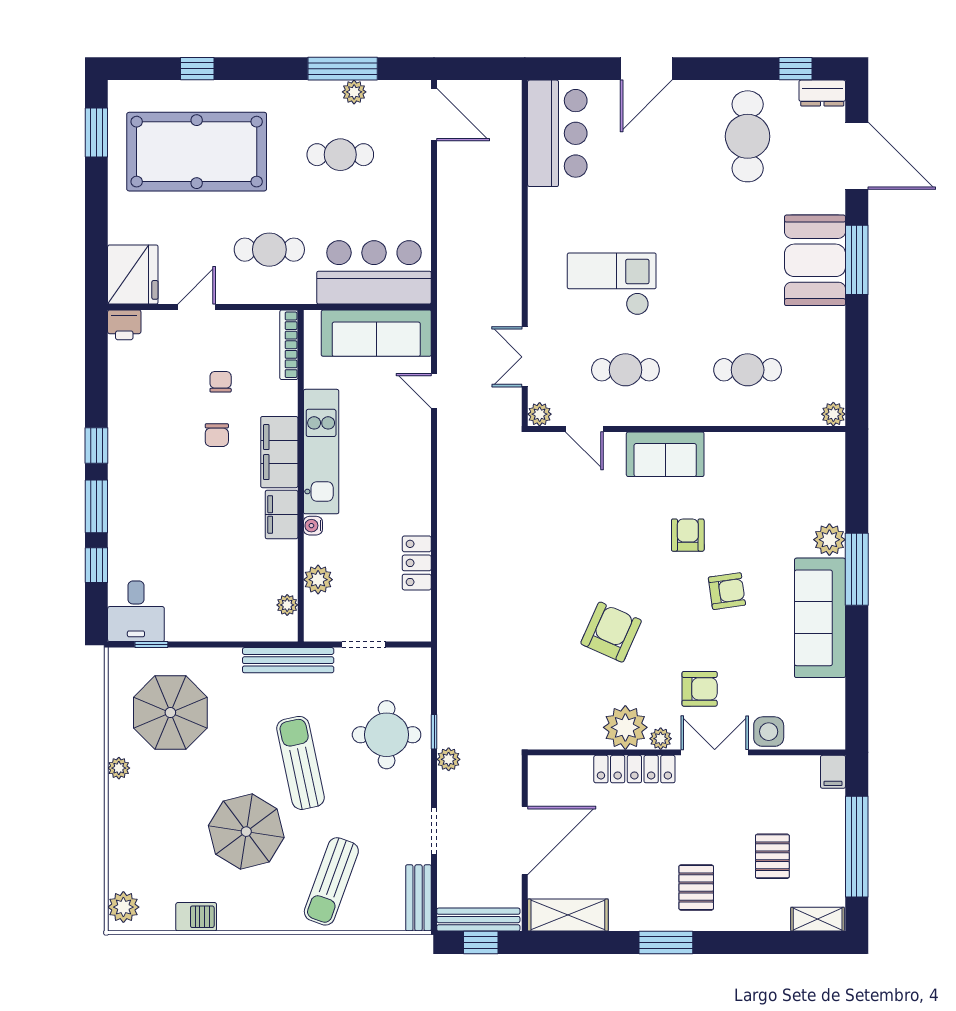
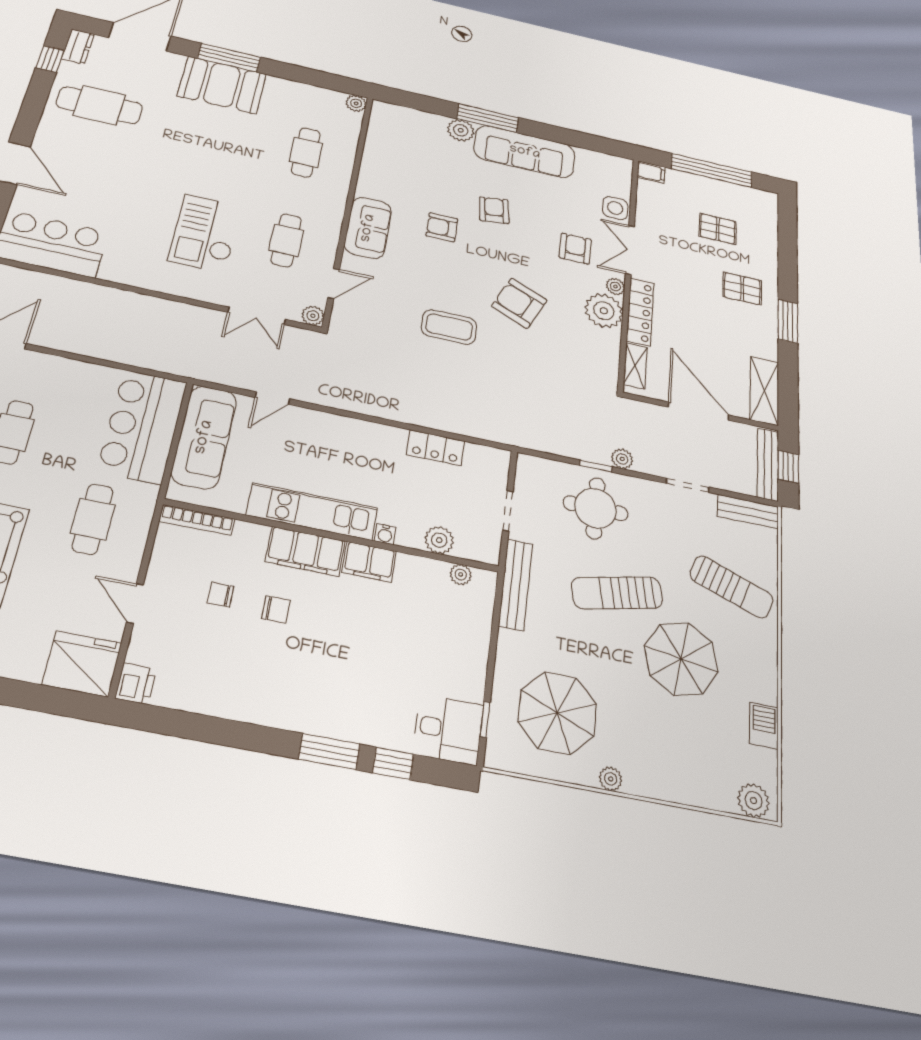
window: (96, 446) -> (263, 739), removed
coffee table: (562, 559) -> (449, 327), added
shelving: (818, 919) -> (635, 366), moved

